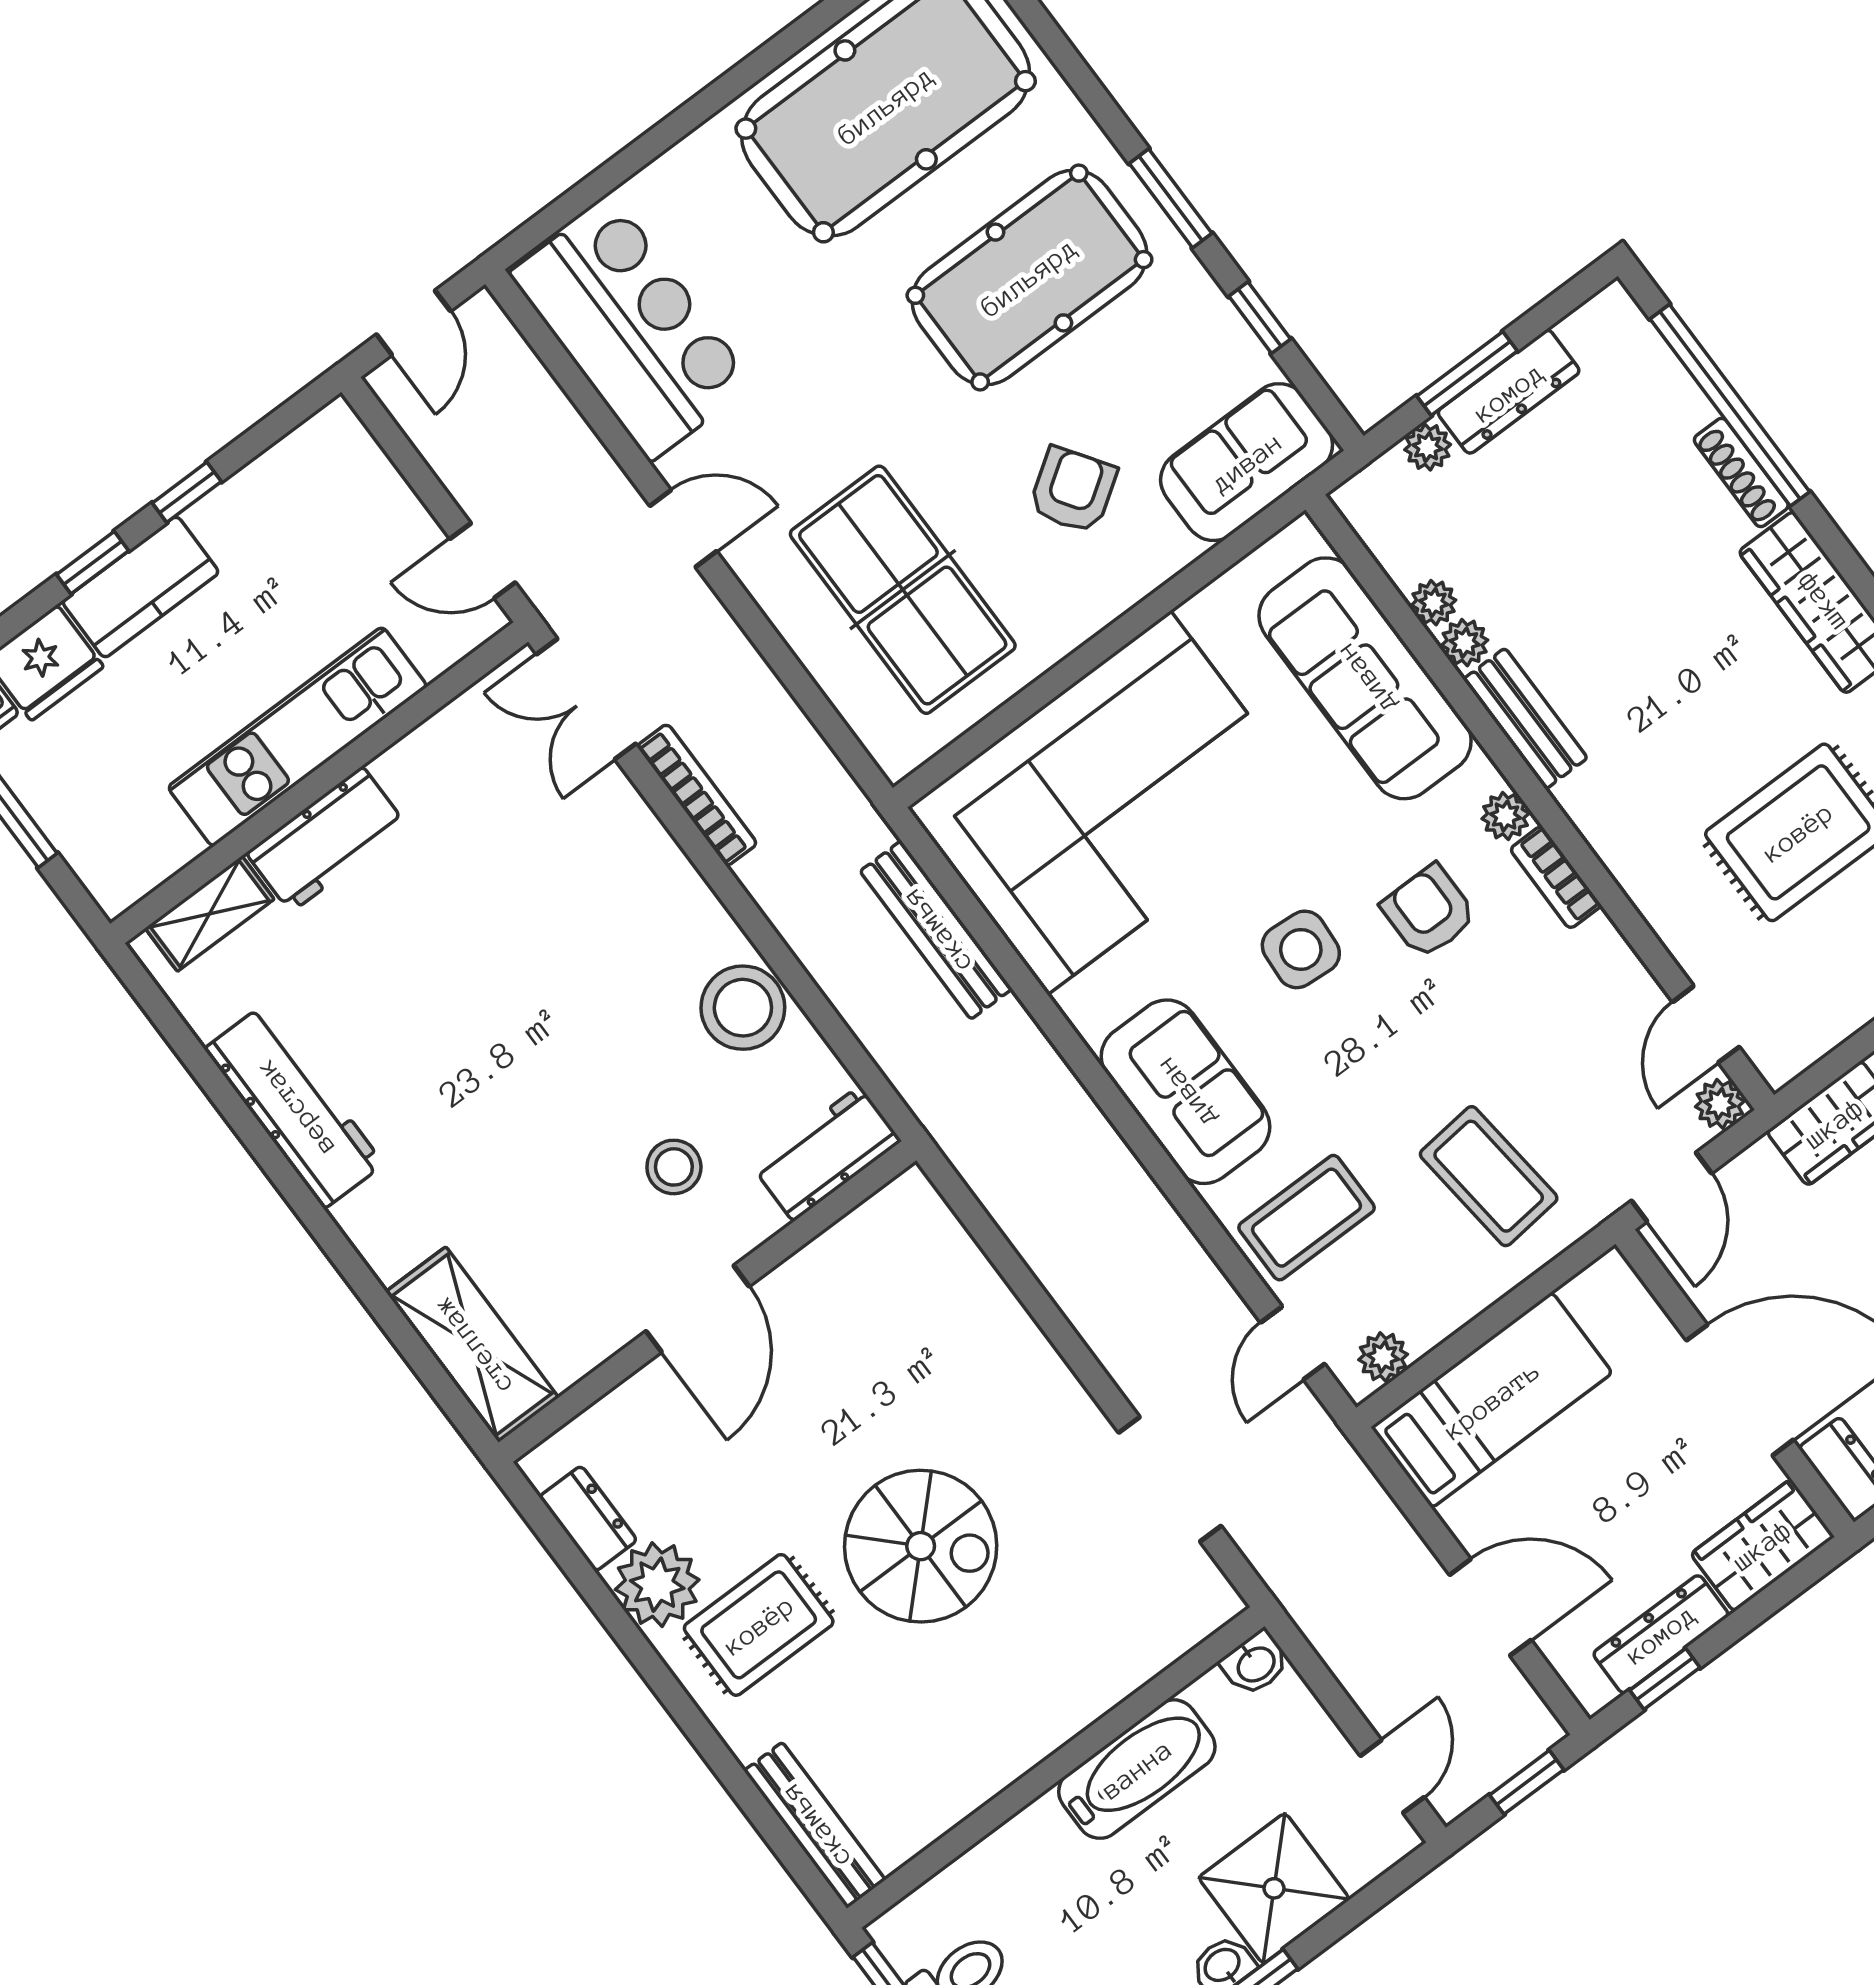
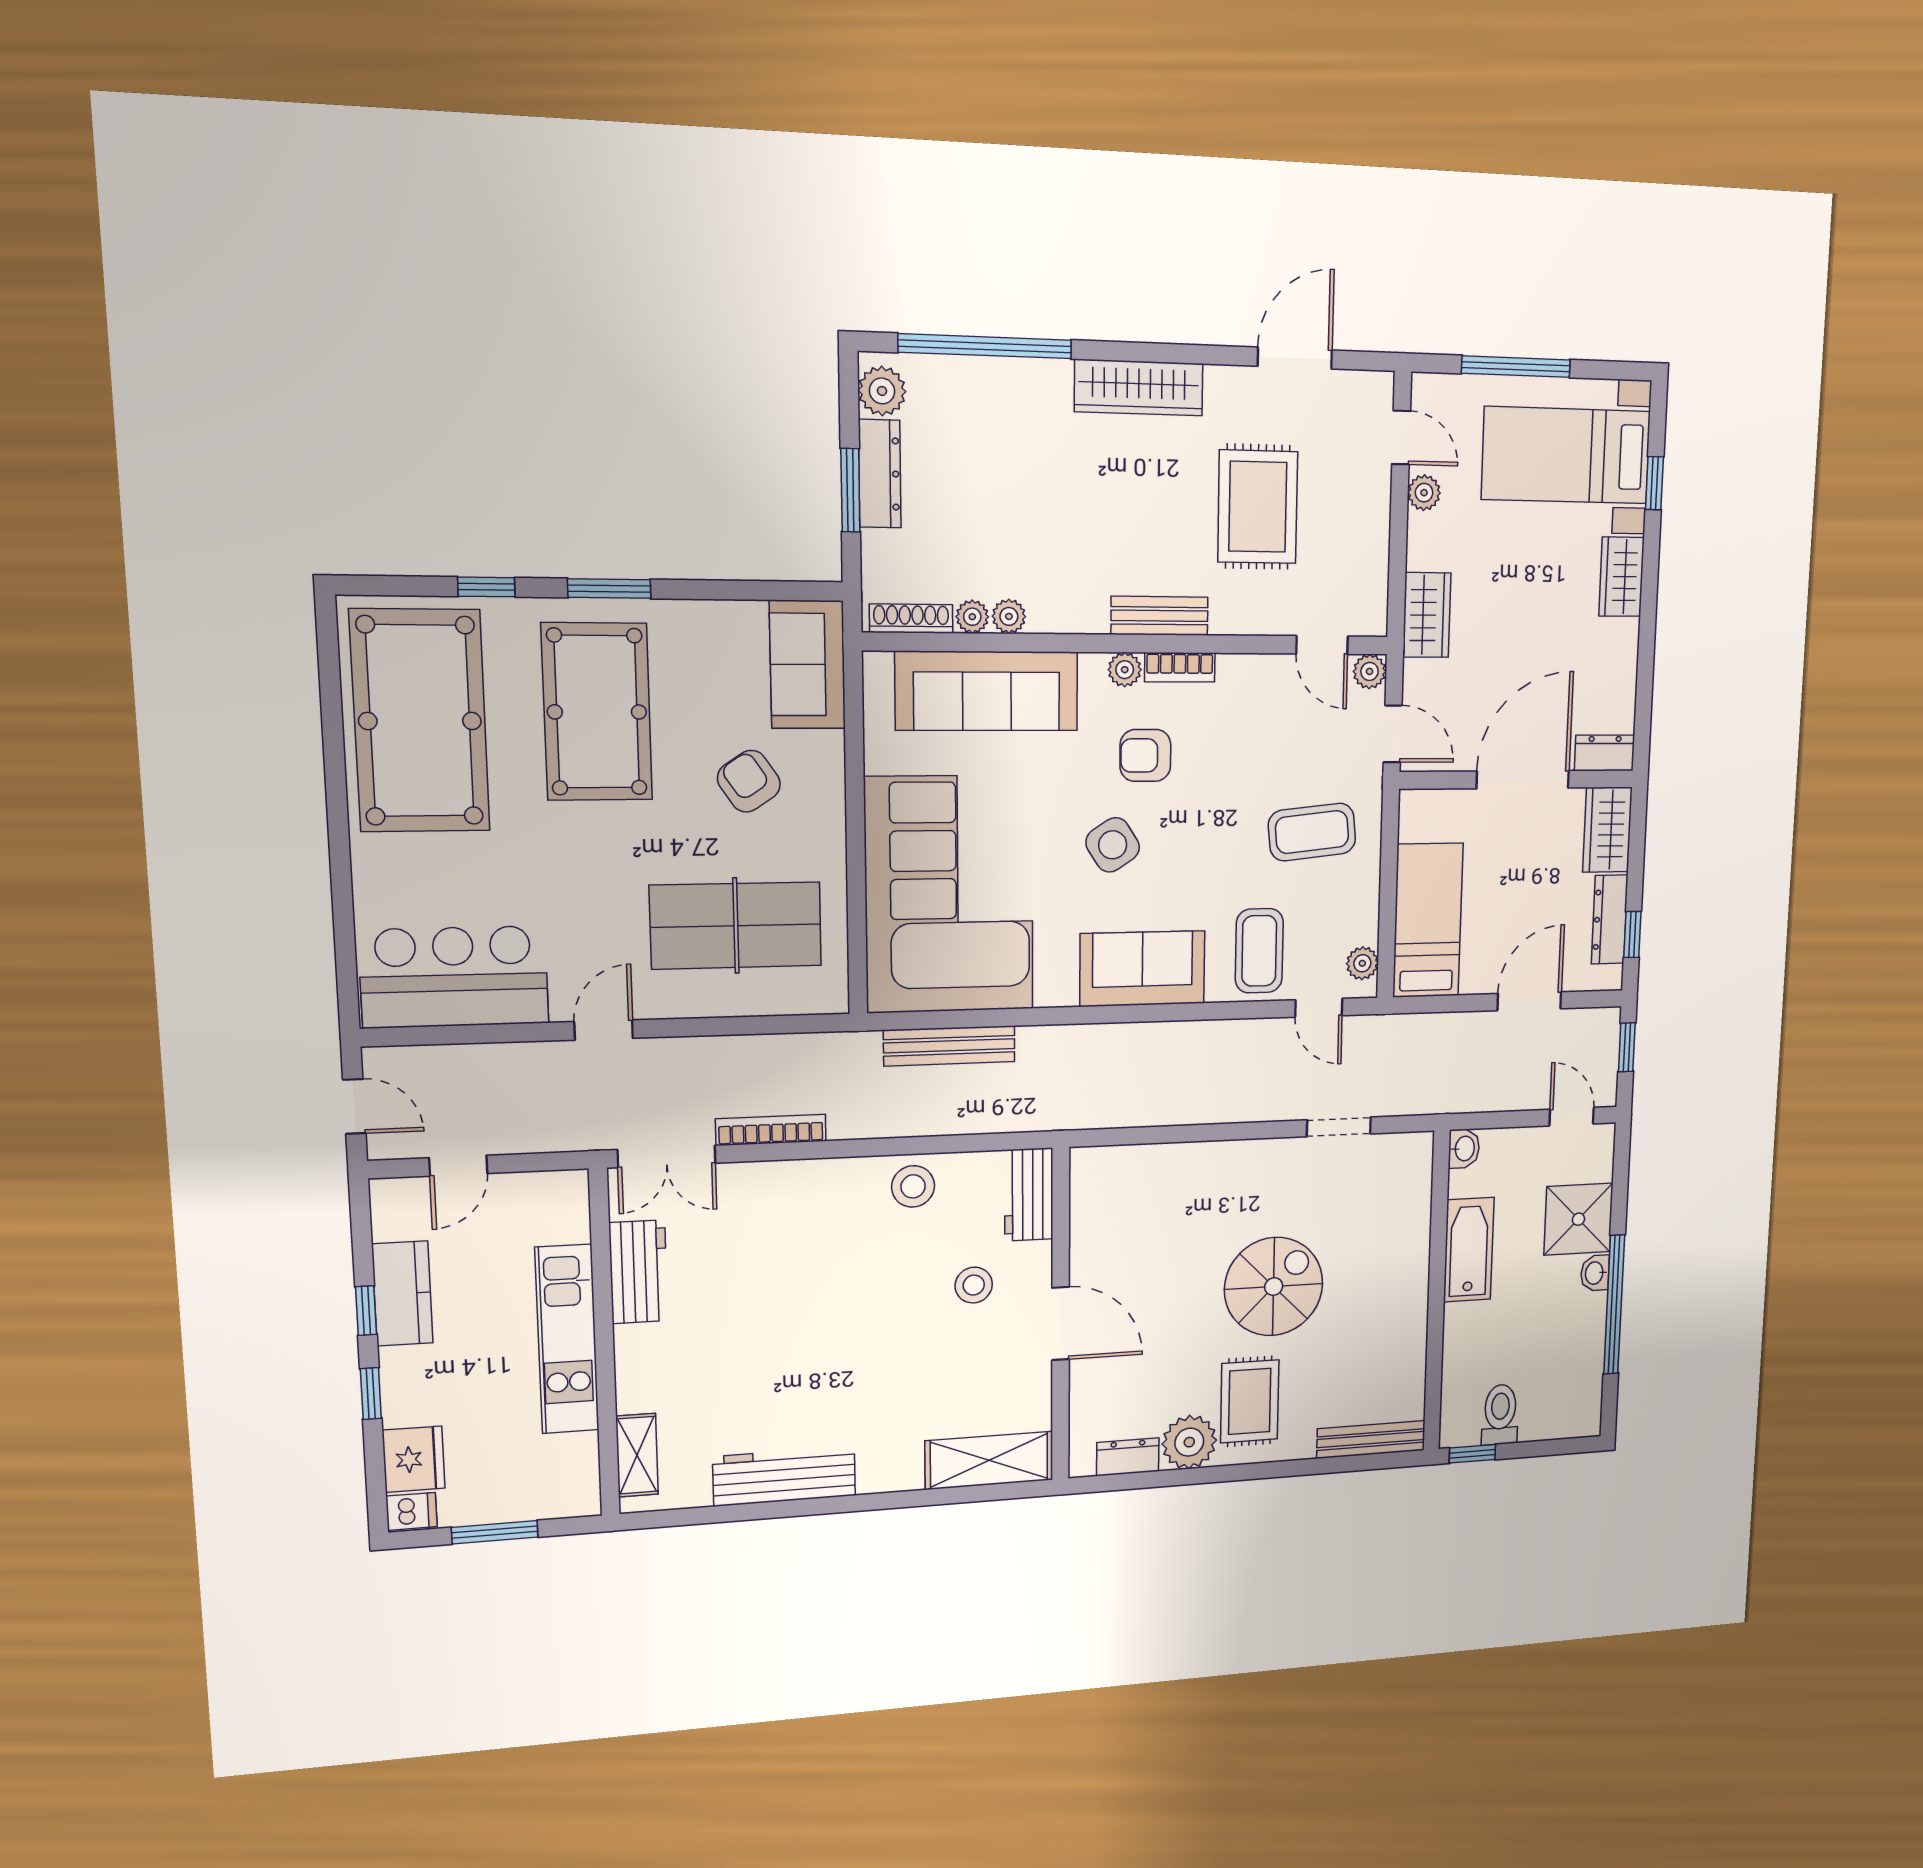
window: (1260, 318) -> (486, 587), moved
plant: (1428, 447) -> (882, 391), moved, width x1.38, depth x1.38
shoe rack: (1741, 473) -> (911, 619), moved, turned 180
door: (483, 561) -> (458, 1166), moved
kitchen counter: (141, 587) -> (402, 1294), moved
bench: (1525, 719) -> (1160, 616), moved
workbench: (327, 839) -> (638, 1272), moved
side table: (1301, 949) -> (1113, 845), turned -37
stool: (743, 1008) -> (913, 1186), width x0.73, depth x0.73
doorway: (1170, 1479) -> (1339, 1127), width x0.73

